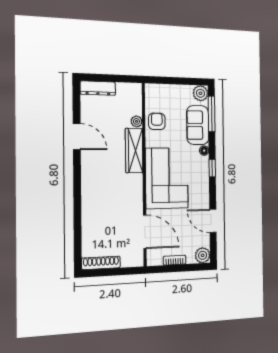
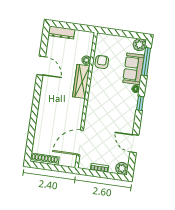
corner sofa: (167, 178) -> (103, 106), removed
door: (145, 232) -> (80, 143), swing flipped

